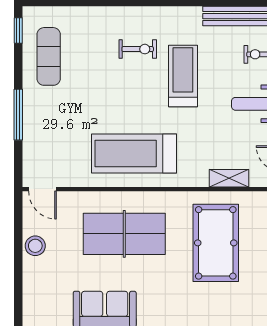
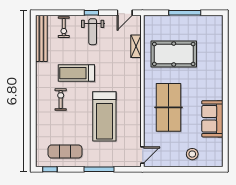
treadmill: (134, 154) -> (104, 116), moved
stool: (35, 246) -> (192, 154), moved

